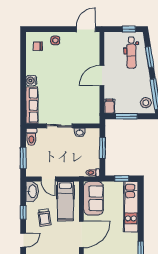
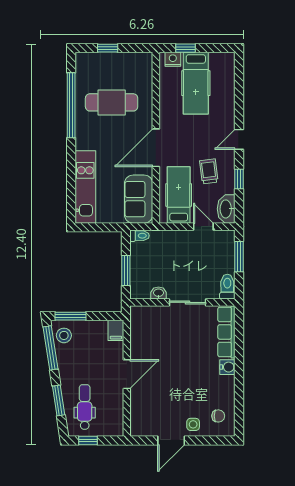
door: (86, 29) -> (171, 441), moved
window: (126, 116) -> (70, 316), moved
window: (122, 178) -> (98, 227), removed

